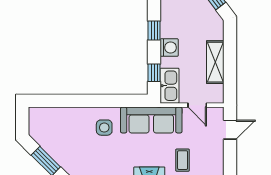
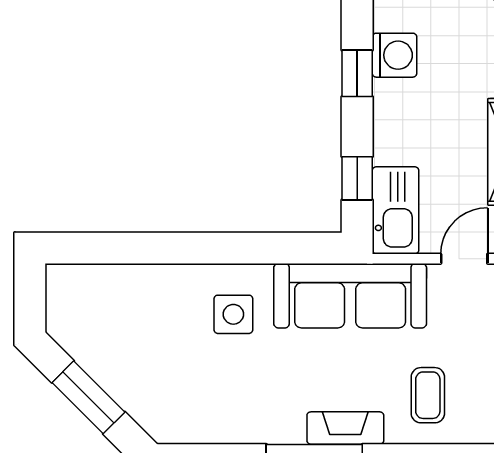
washing machine: (169, 48) -> (394, 55), moved
door: (197, 105) -> (464, 259), swing flipped

